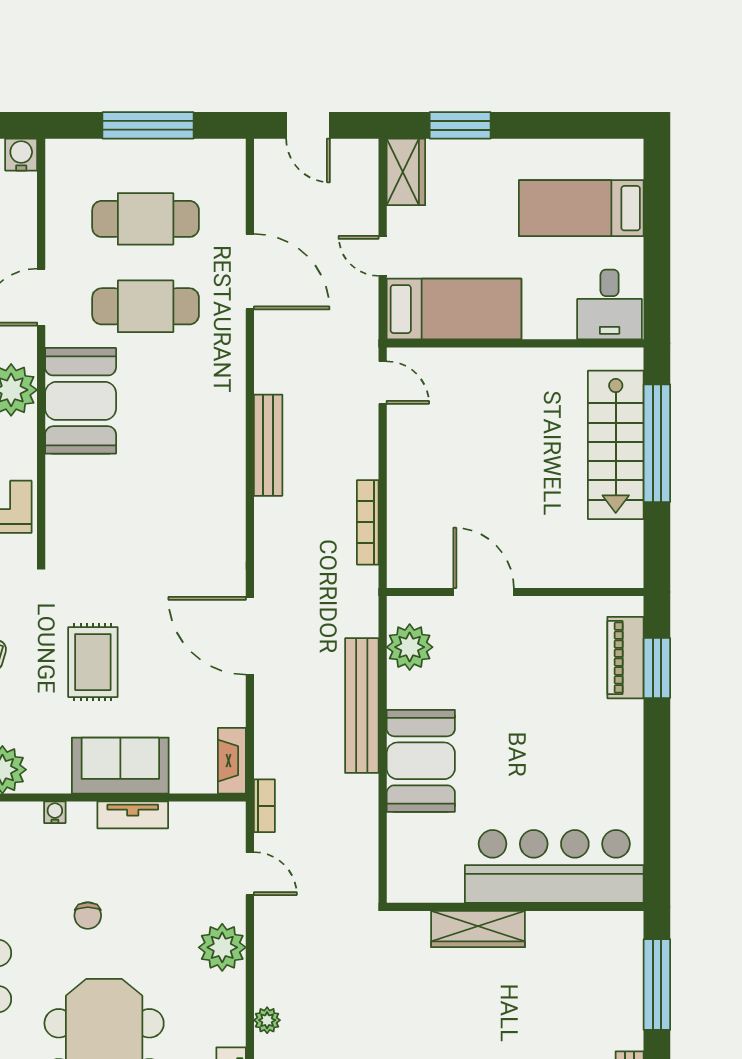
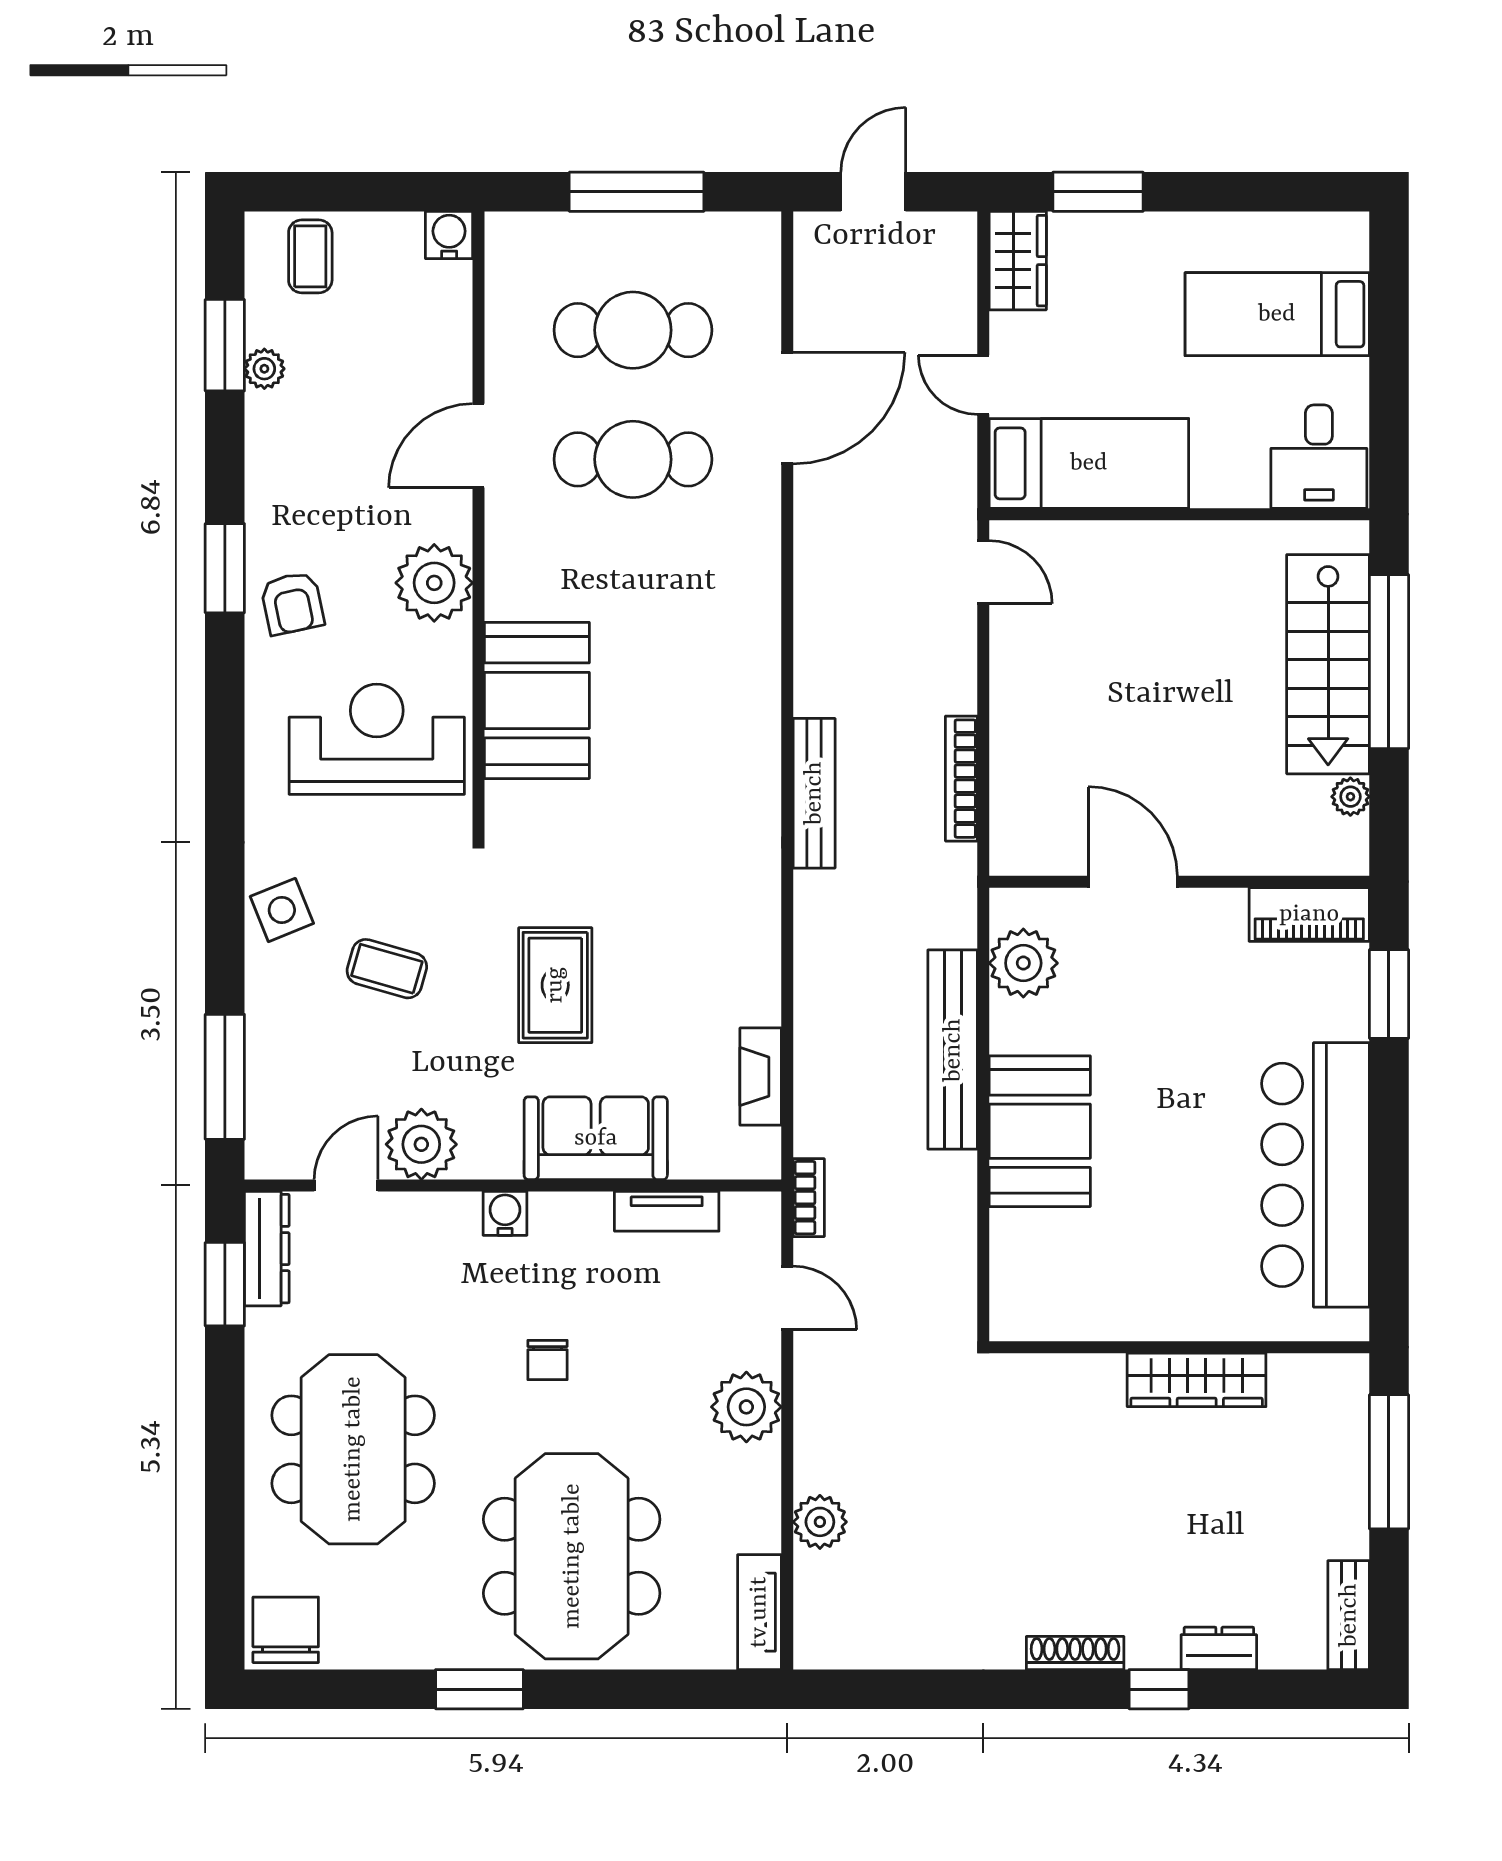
door: (308, 125) -> (873, 192), swing flipped
door: (250, 272) -> (787, 408), hinge flipped
booth: (81, 401) -> (537, 700), moved
bench: (268, 445) -> (814, 793), moved
plant: (631, 534) -> (1350, 797), added
door: (250, 636) -> (787, 946), removed
piano: (626, 658) -> (1309, 914), moved, turned -90
fireplace: (232, 761) -> (761, 1077), moved
water cooler: (55, 812) -> (505, 1213), width x1.38, depth x1.38
tv unit: (133, 815) -> (667, 1211), moved
bar counter: (554, 866) -> (1316, 1175), moved, turned -90
wardrobe: (478, 929) -> (1197, 1380), moved
plant: (267, 1020) -> (820, 1522), width x1.38, depth x1.38

